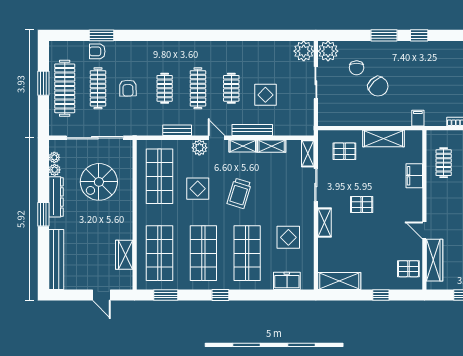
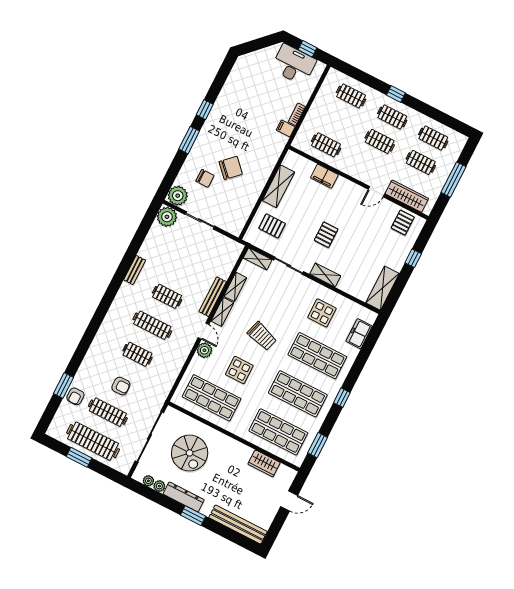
display table: (265, 95) -> (188, 270), removed
filing cabinet: (418, 118) -> (286, 128), moved
bench: (177, 130) -> (135, 270), moved
door: (217, 138) -> (204, 331), swing flipped
pallet: (344, 151) -> (272, 226), turned 90

